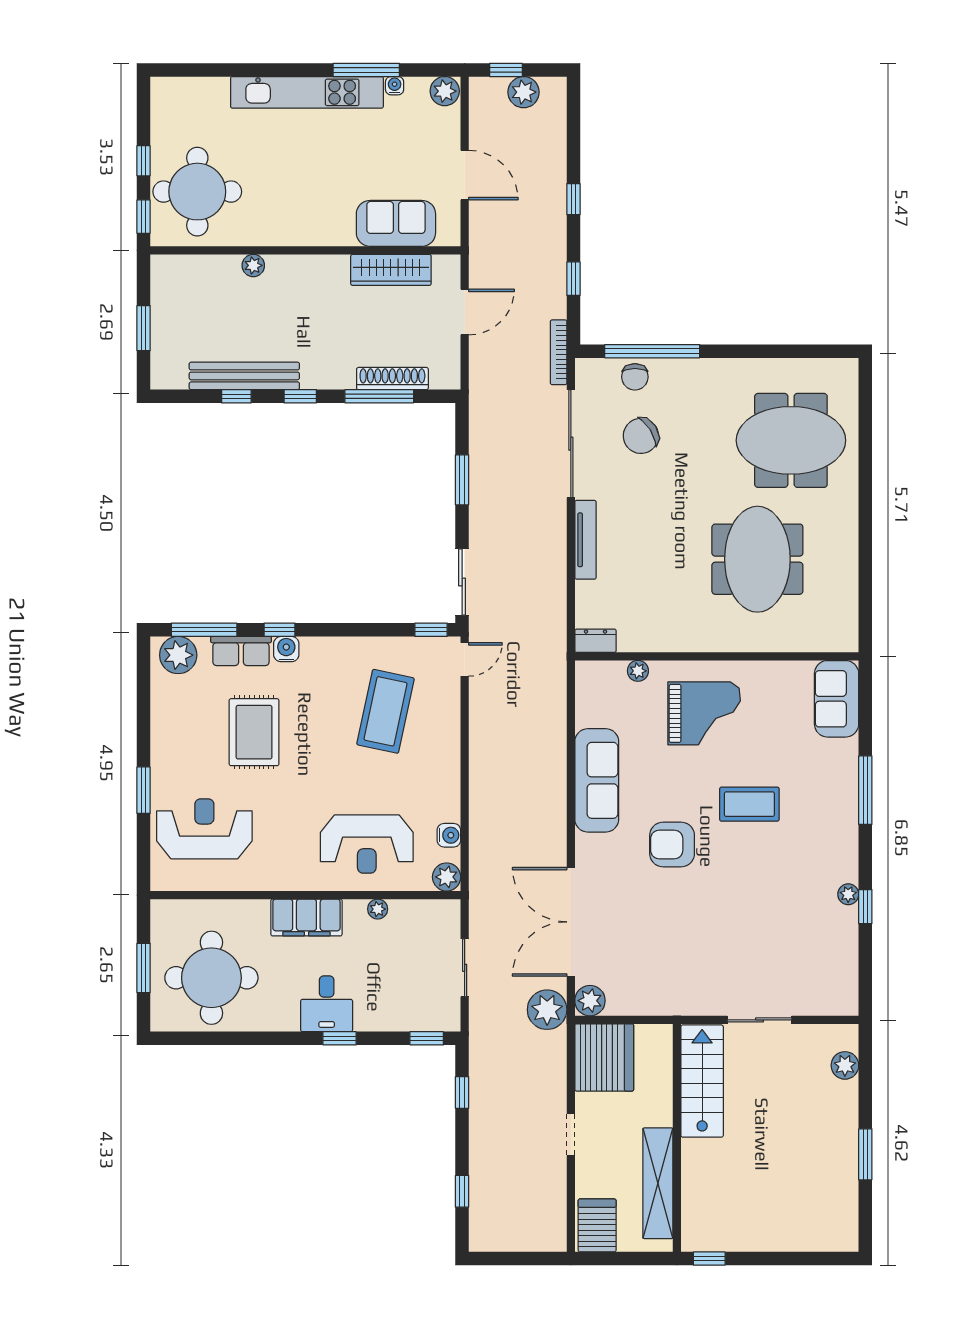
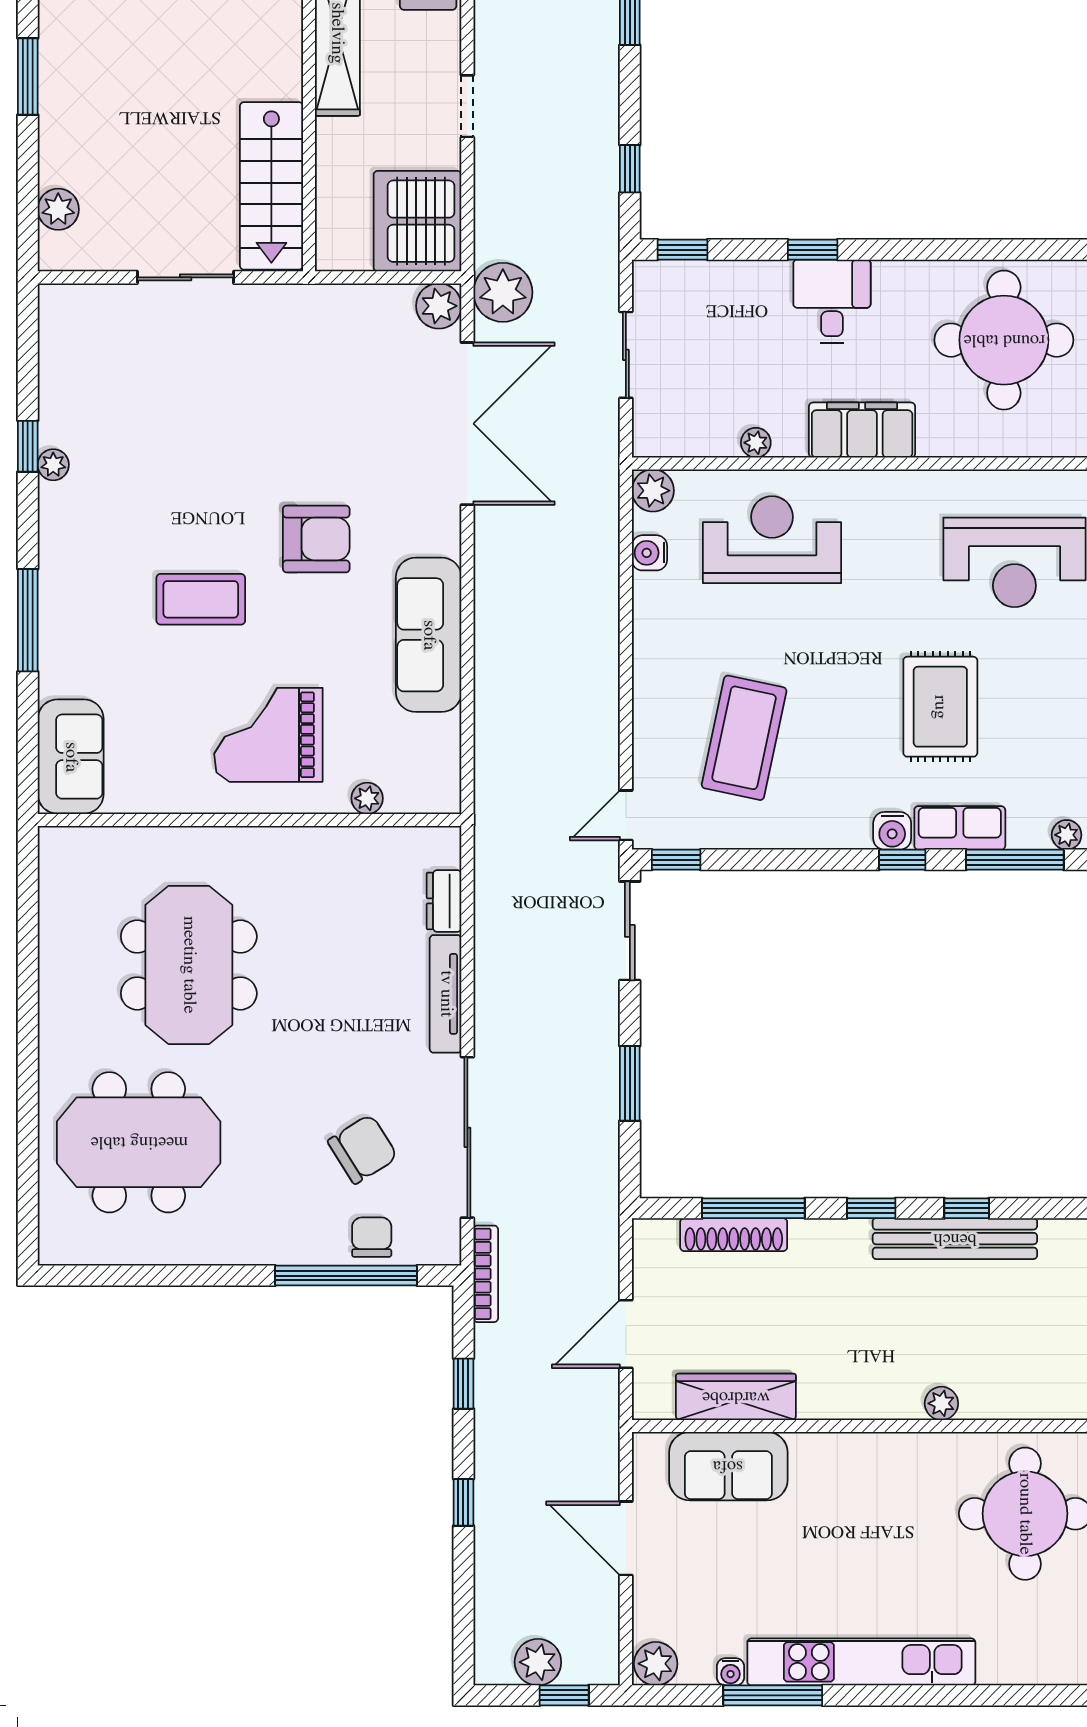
dresser: (595, 641) -> (444, 901), moved, turned 90
plant: (178, 655) -> (1067, 835), width x0.53, depth x0.53

